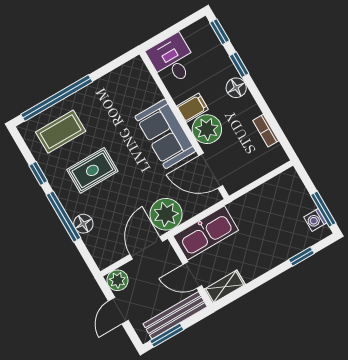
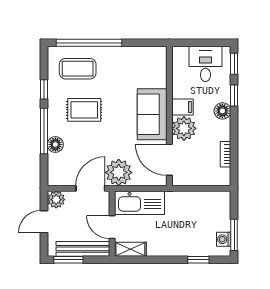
desk: (172, 60) -> (205, 64), moved

